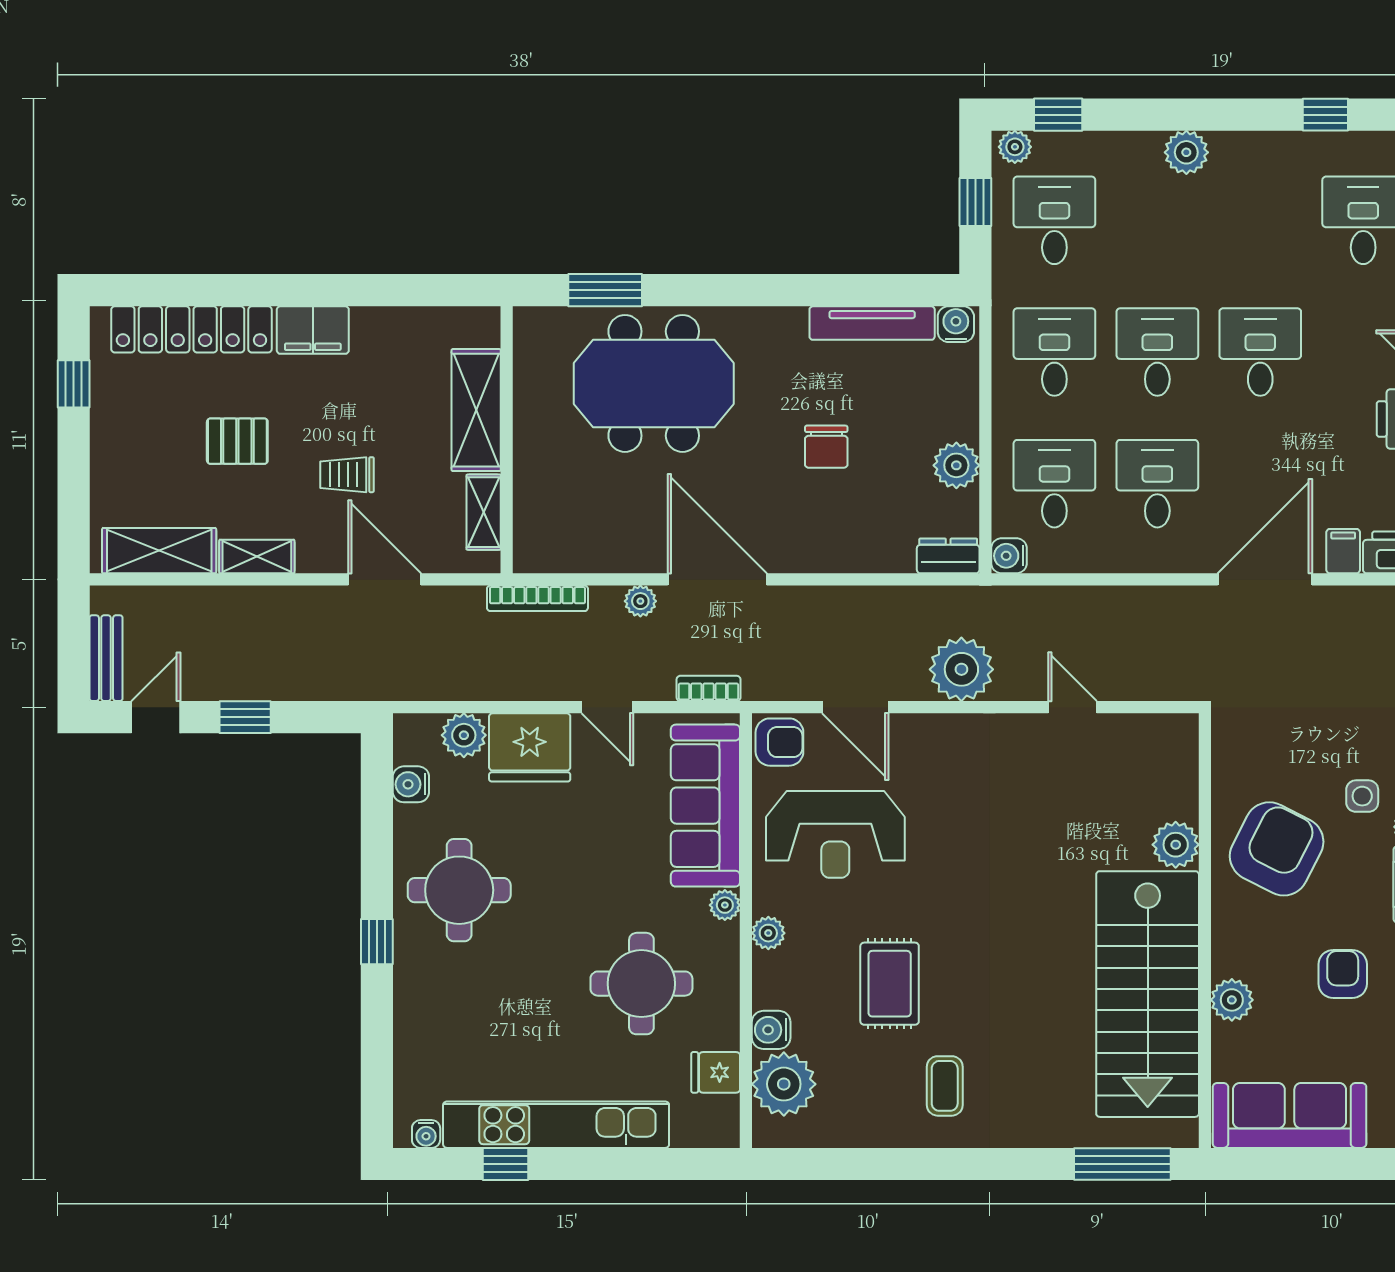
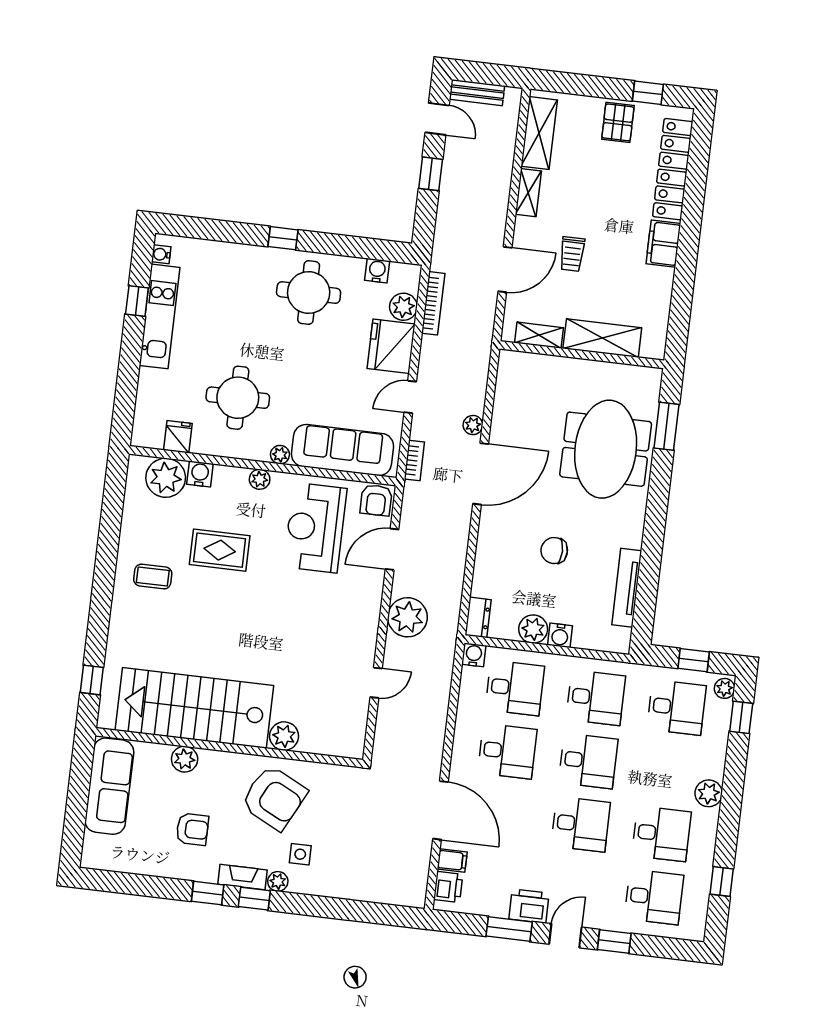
desk: (1260, 220) -> (661, 834), added
water cooler: (956, 324) -> (560, 635), moved, turned 90
pallet: (237, 441) -> (618, 122), moved
trolley: (347, 475) -> (572, 254), turned 180
bookcase: (537, 598) -> (433, 303), moved, turned 180
kitchen unit: (556, 1125) -> (160, 316), width x0.73
window: (1122, 1164) -> (92, 680), width x0.46

